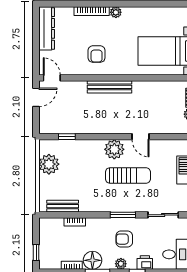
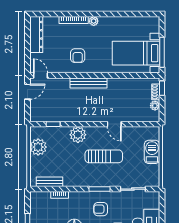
plant: (114, 149) -> (78, 135), moved

